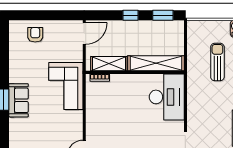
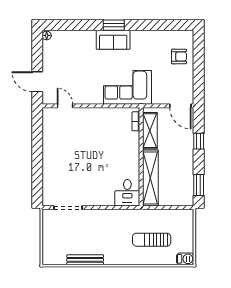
window: (131, 15) -> (199, 141), moved
sun lounger: (217, 62) -> (152, 240), turned 180
desk: (167, 97) -> (127, 193), width x0.53, depth x0.77

